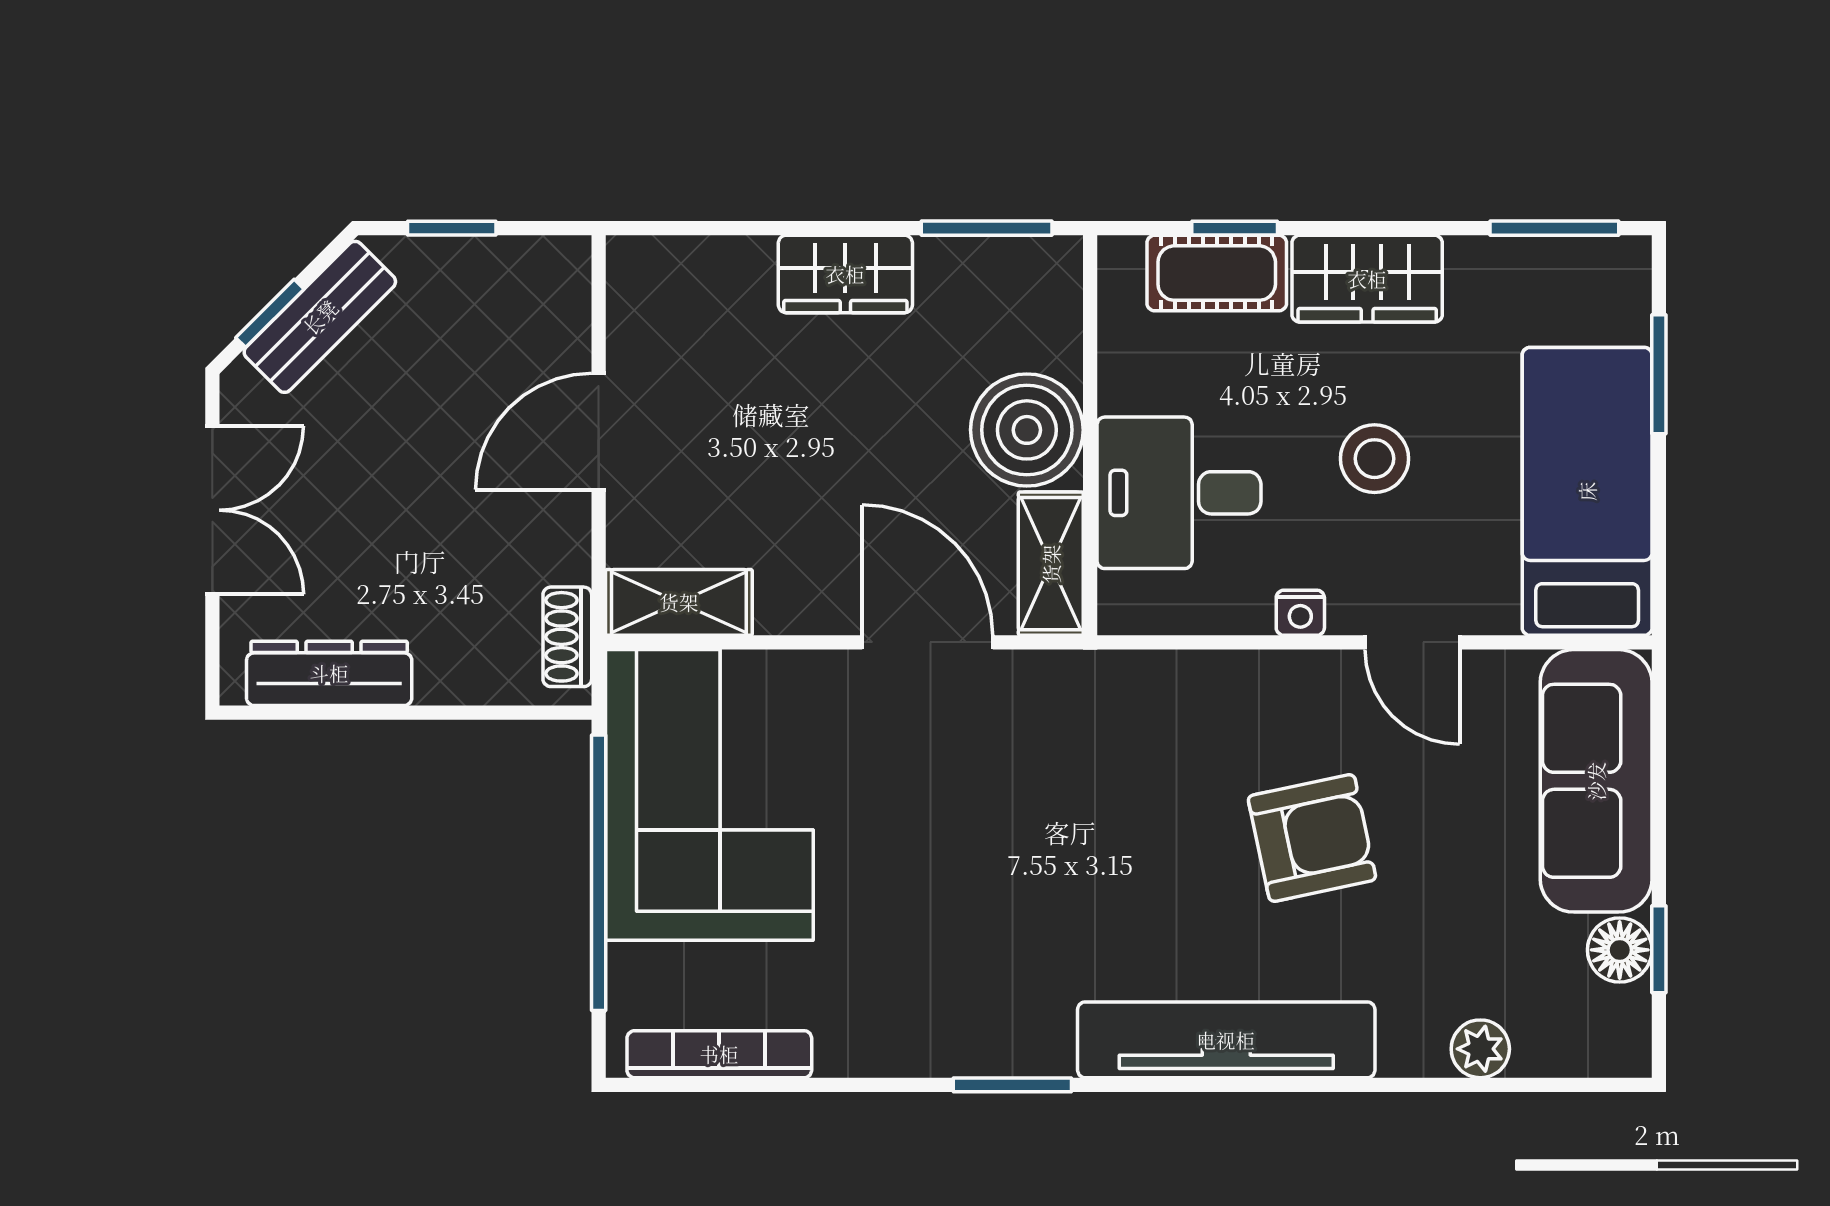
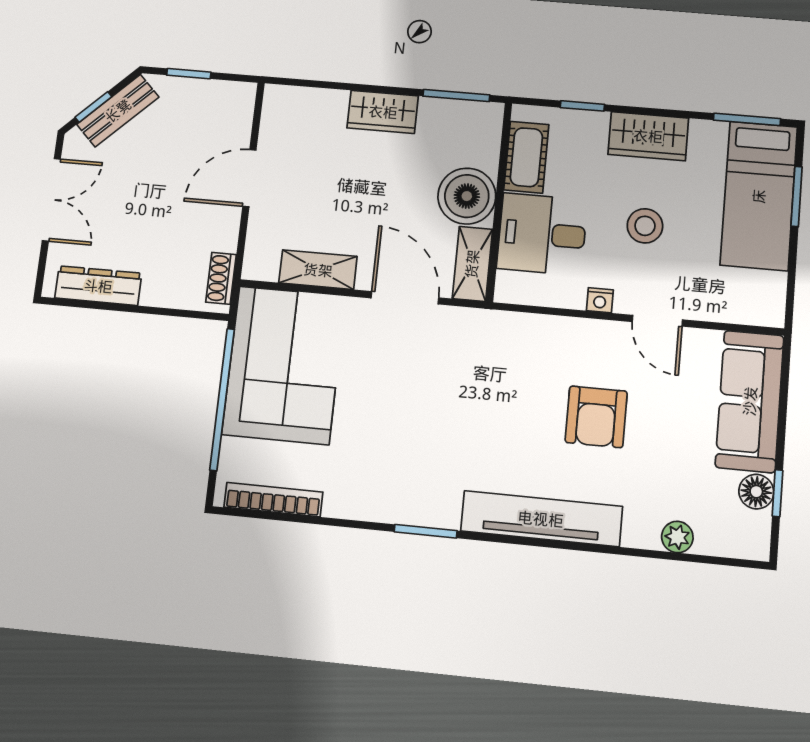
cot: (1217, 273) -> (526, 157), moved, turned 90
bed: (1587, 491) -> (759, 196), moved, turned 180
shelving: (679, 602) -> (318, 270), moved
armchair: (1312, 838) -> (596, 417), turned 102

